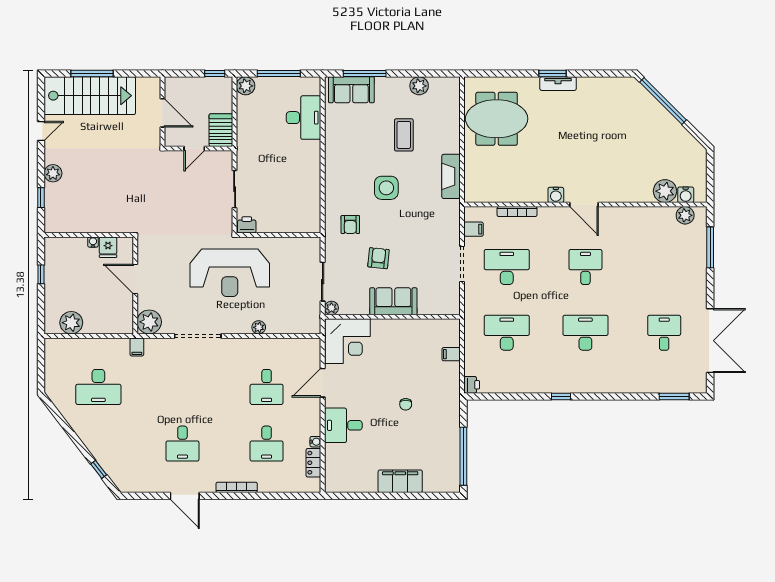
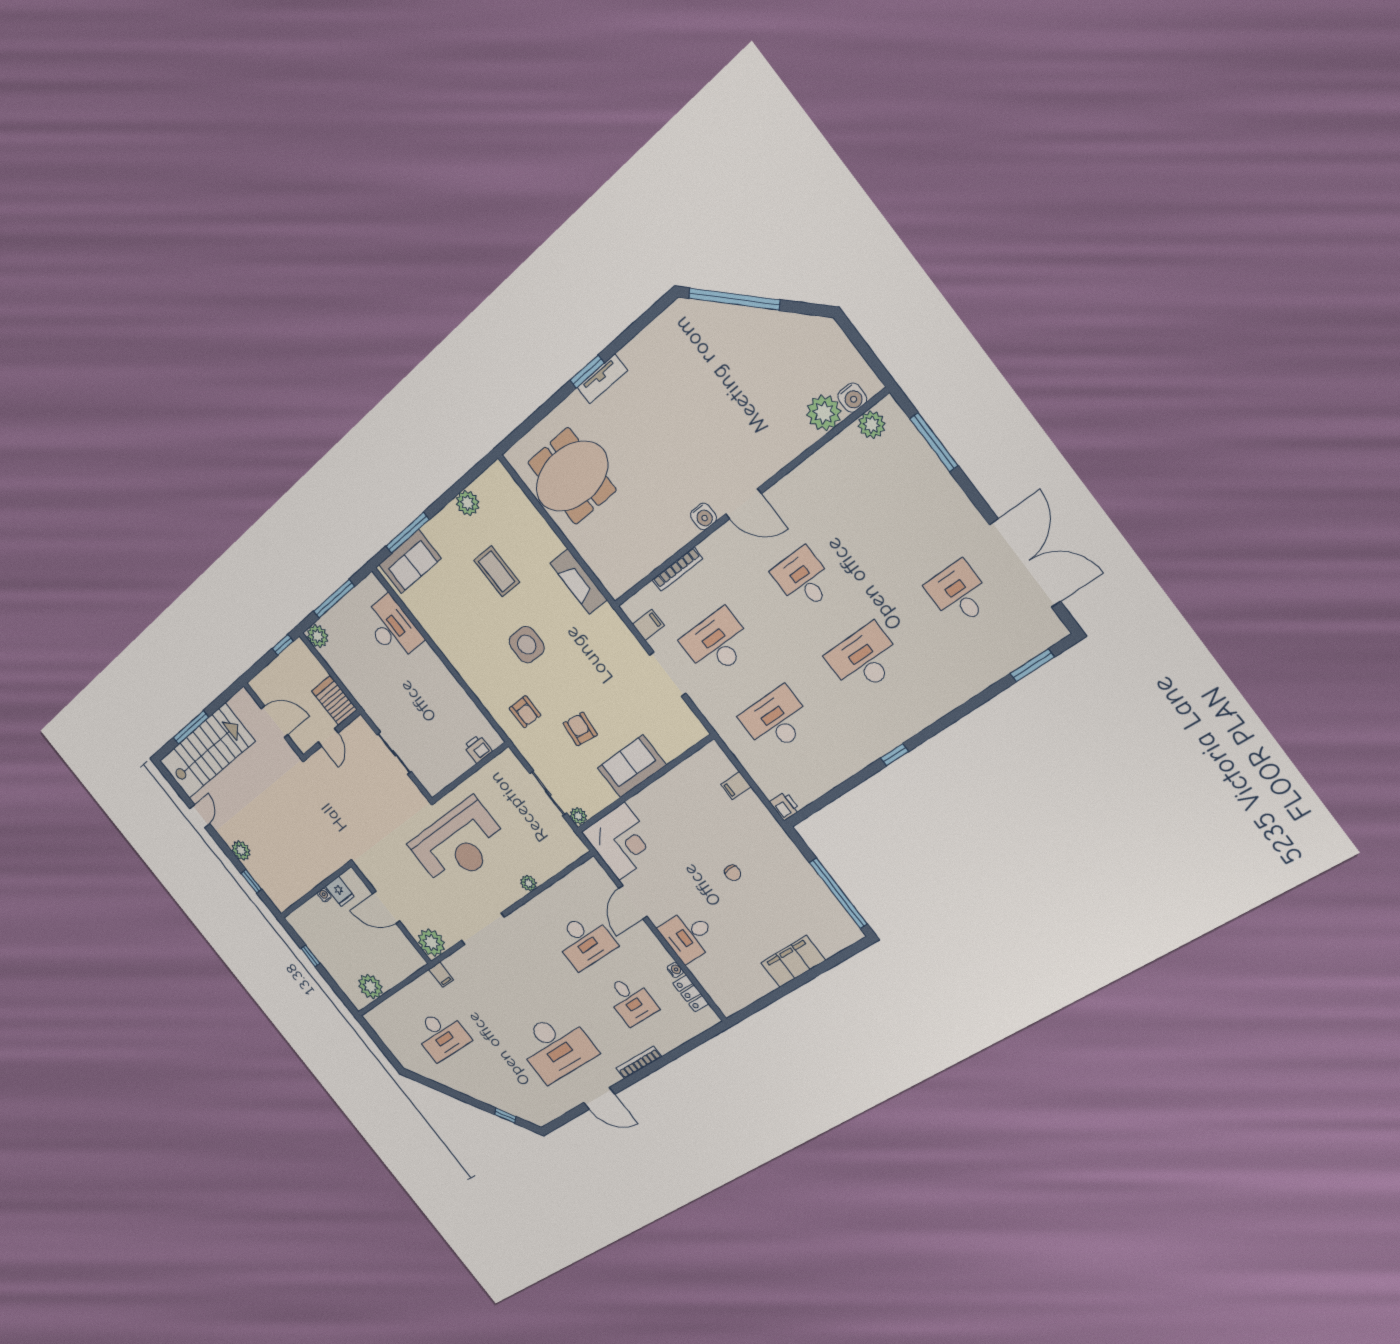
printer: (247, 225) -> (478, 749), moved
desk: (267, 387) -> (584, 941), width x1.37
desk: (182, 444) -> (556, 1047), width x1.87, depth x1.30

